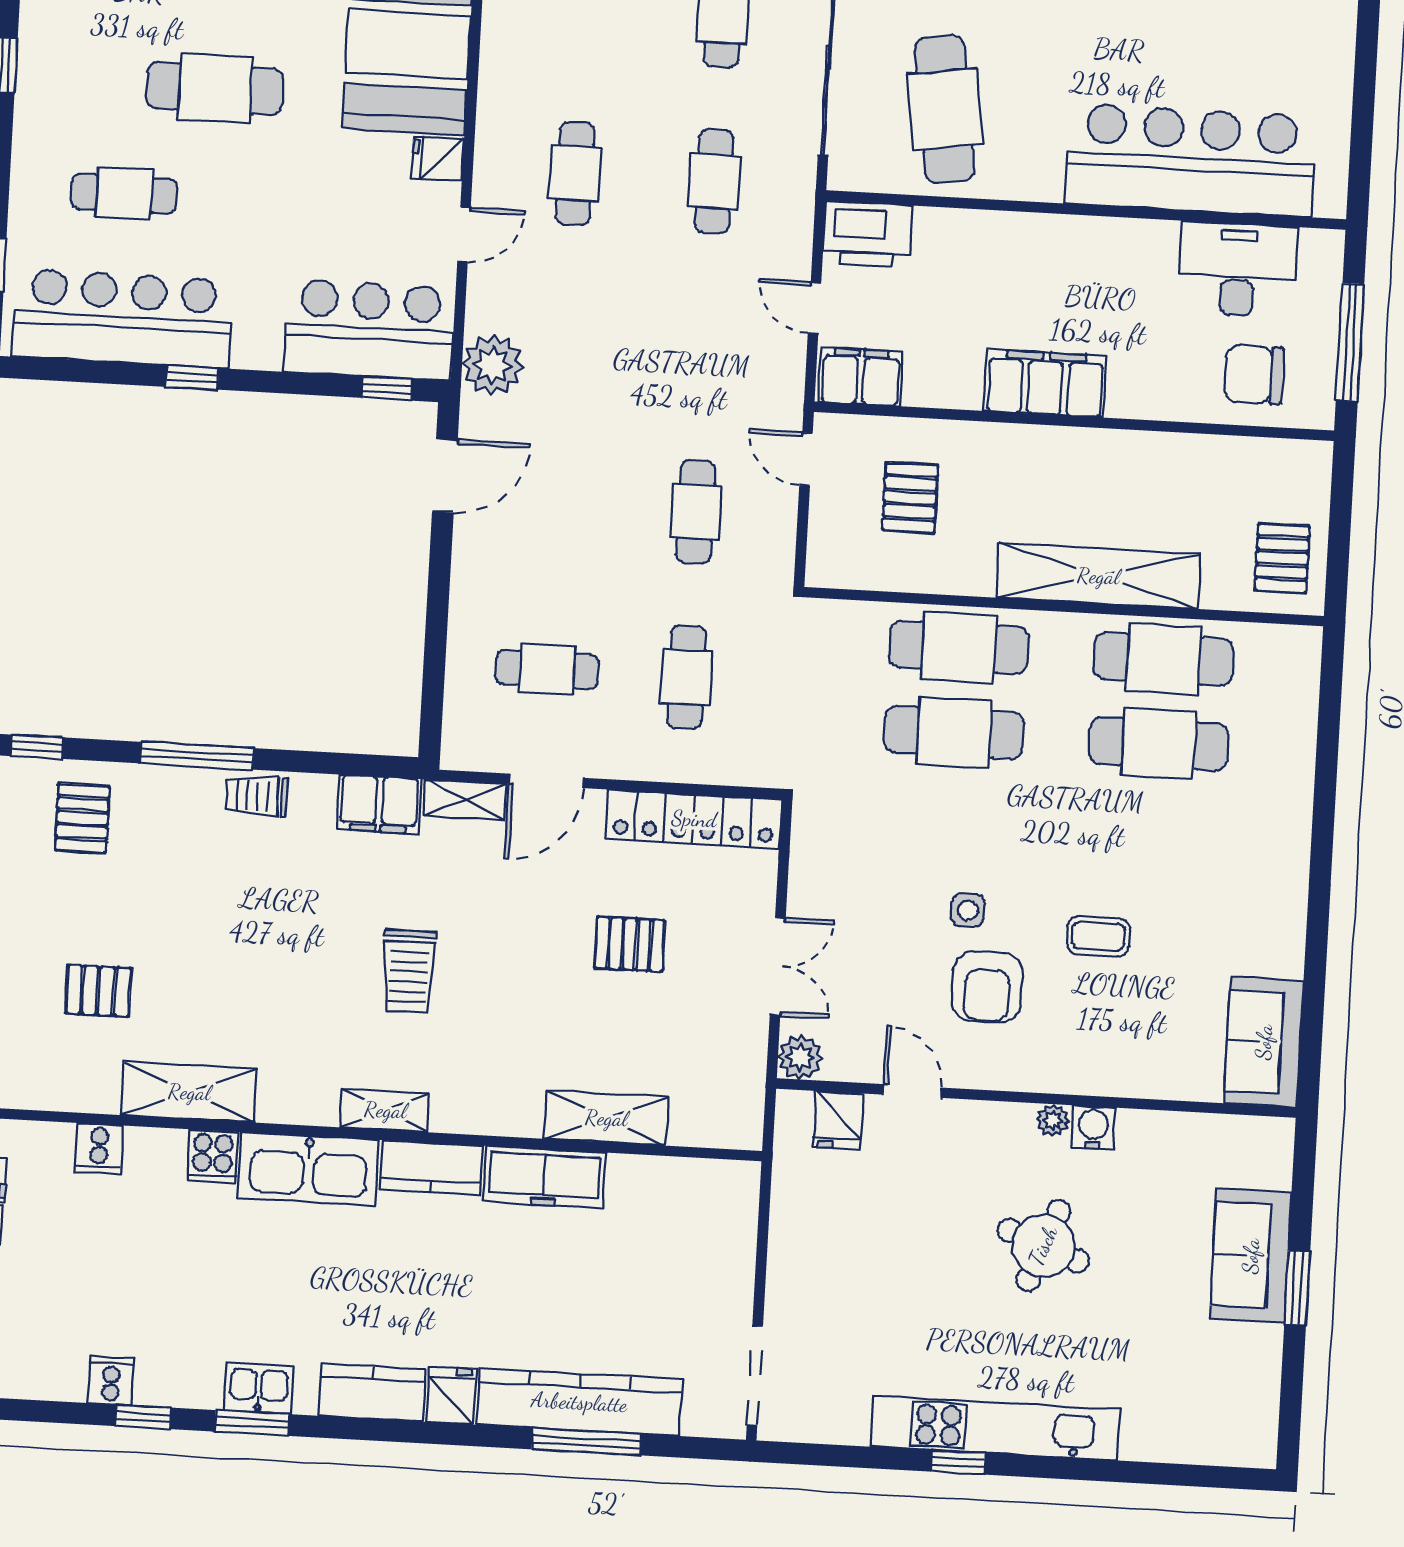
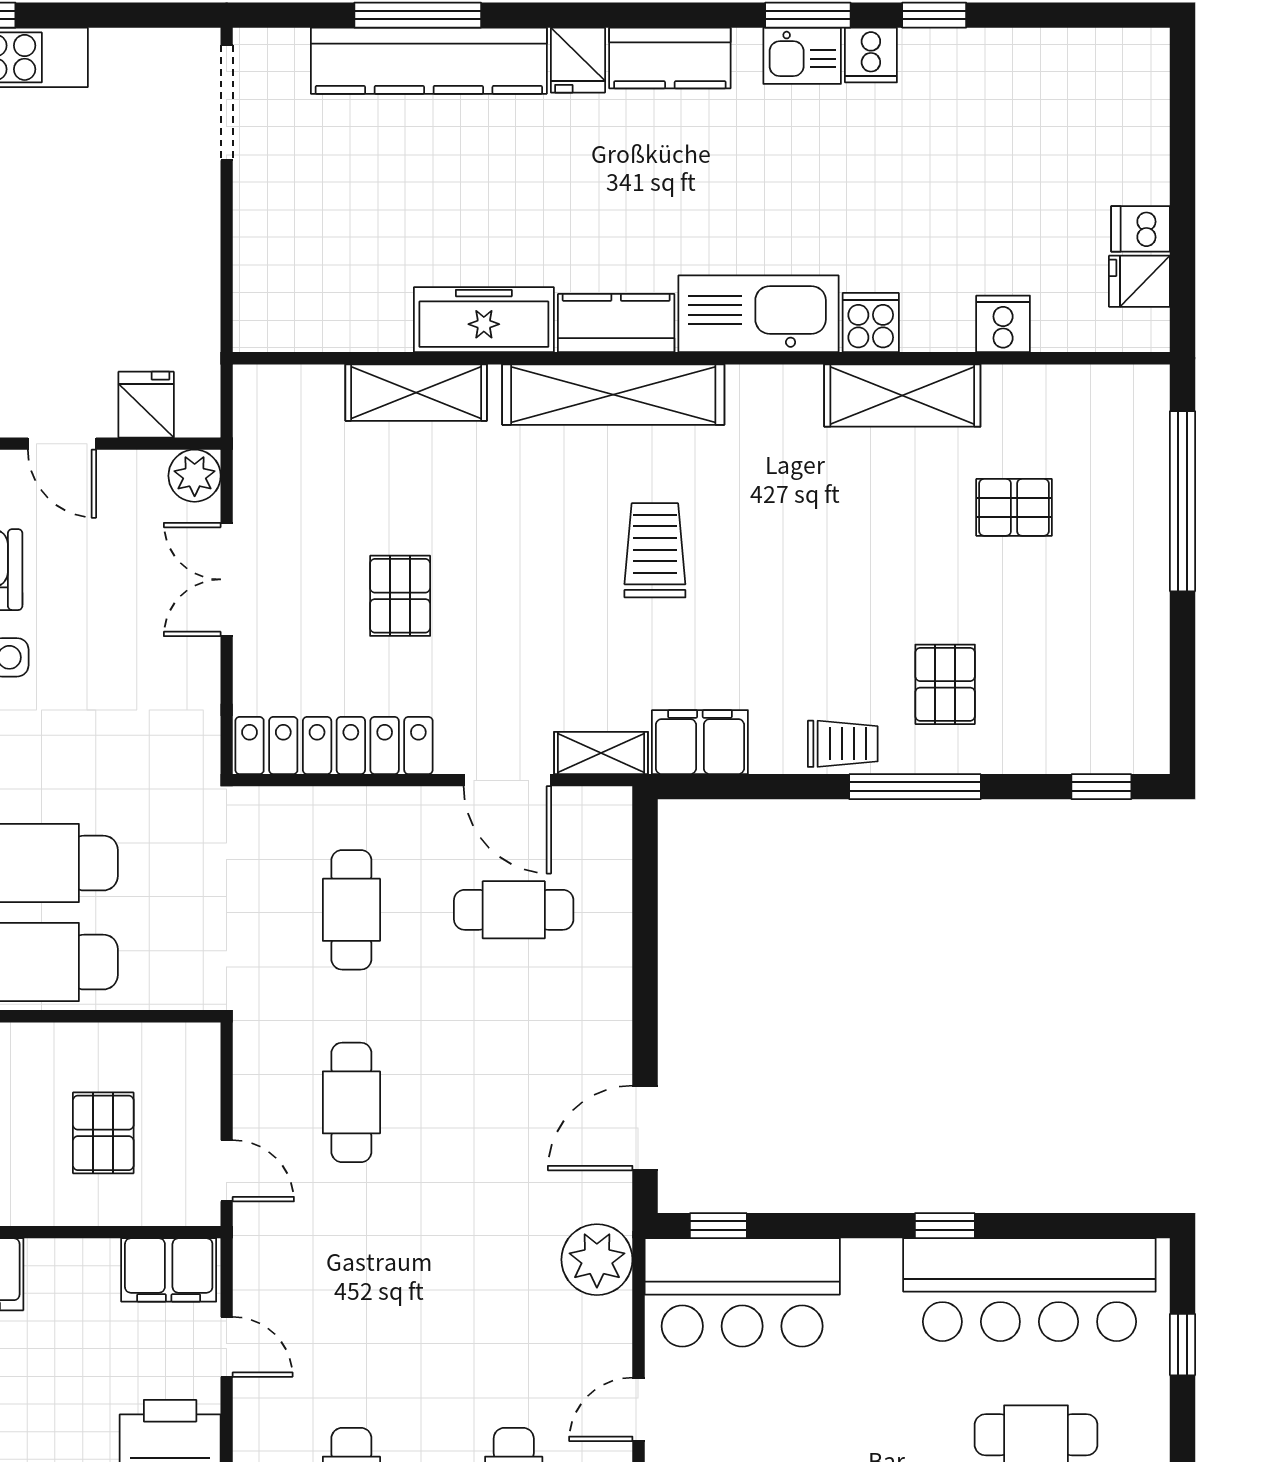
door: (546, 781) -> (507, 780), swing flipped
pallet: (82, 818) -> (945, 684), moved
pallet: (630, 944) -> (400, 596), turned 90
shelving: (385, 1110) -> (613, 395), width x2.20, depth x1.33
cooker: (111, 1381) -> (871, 55), moved

